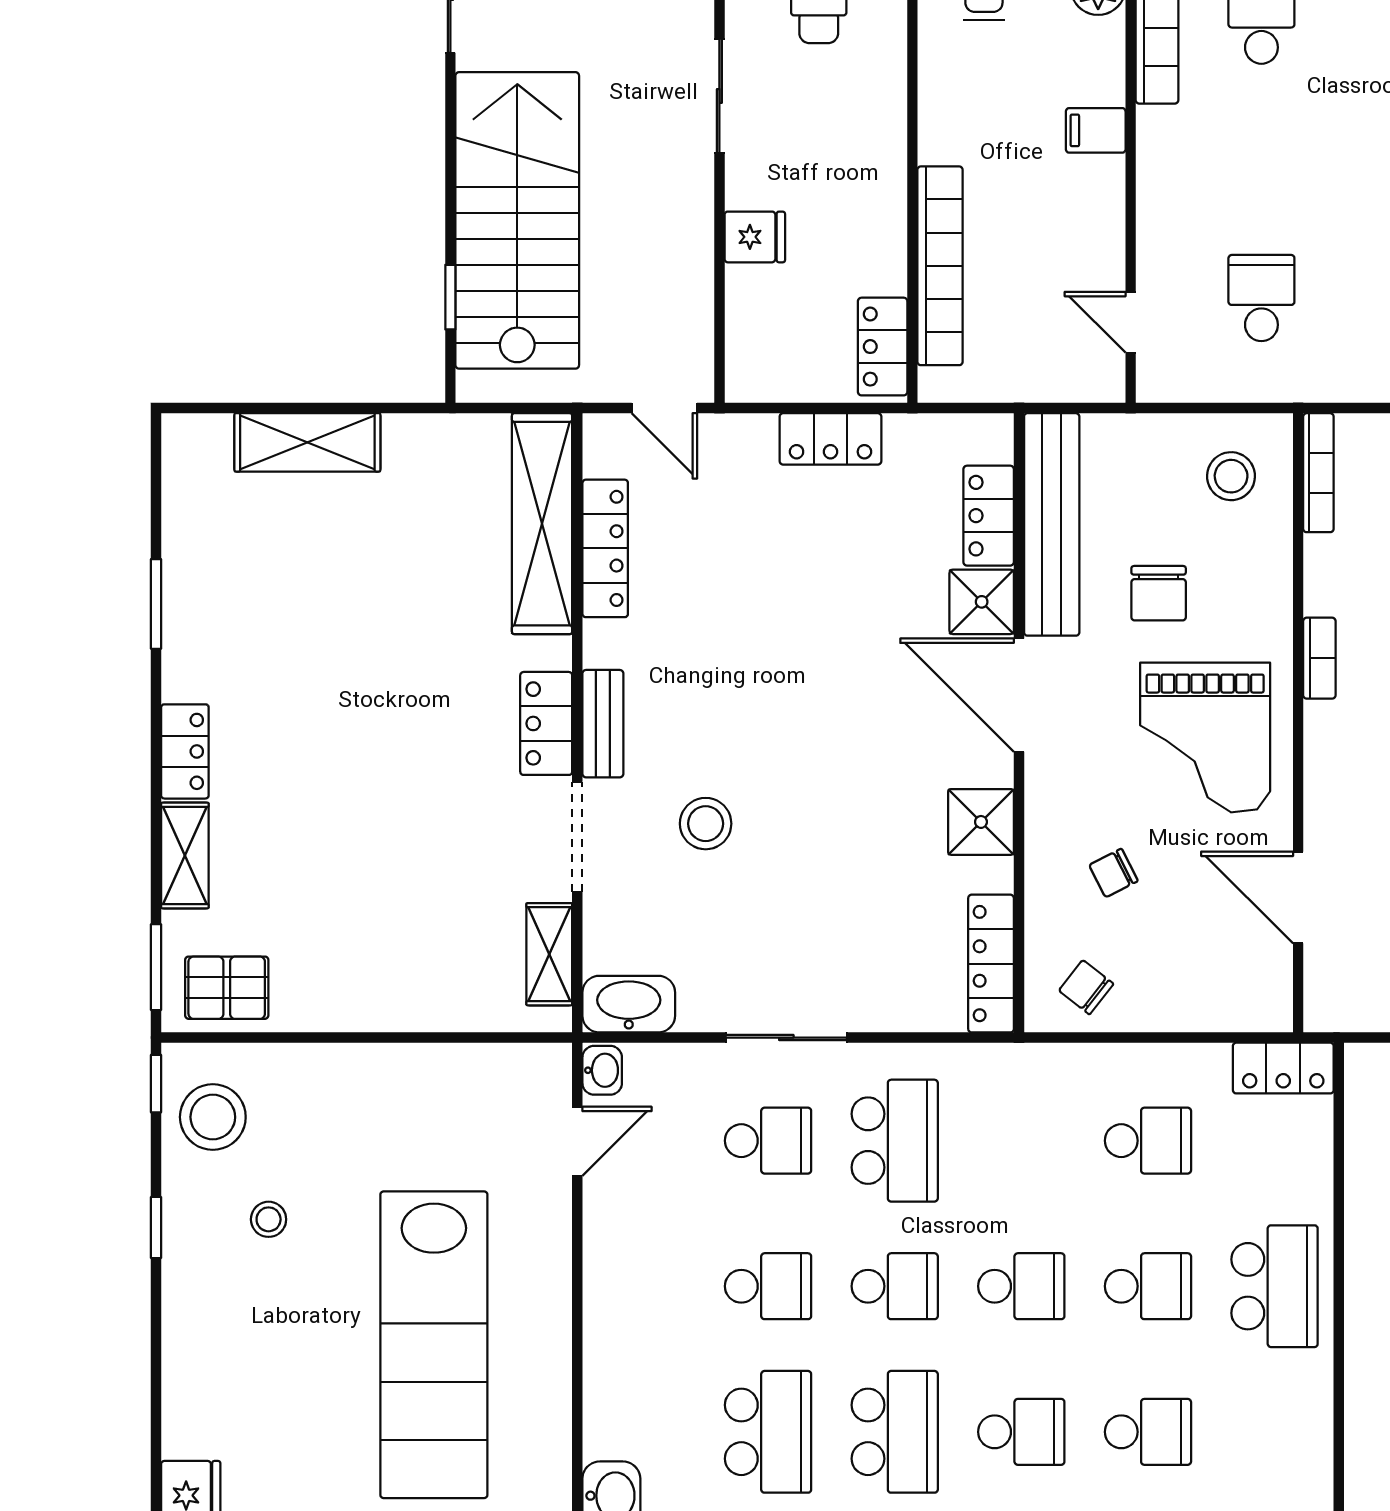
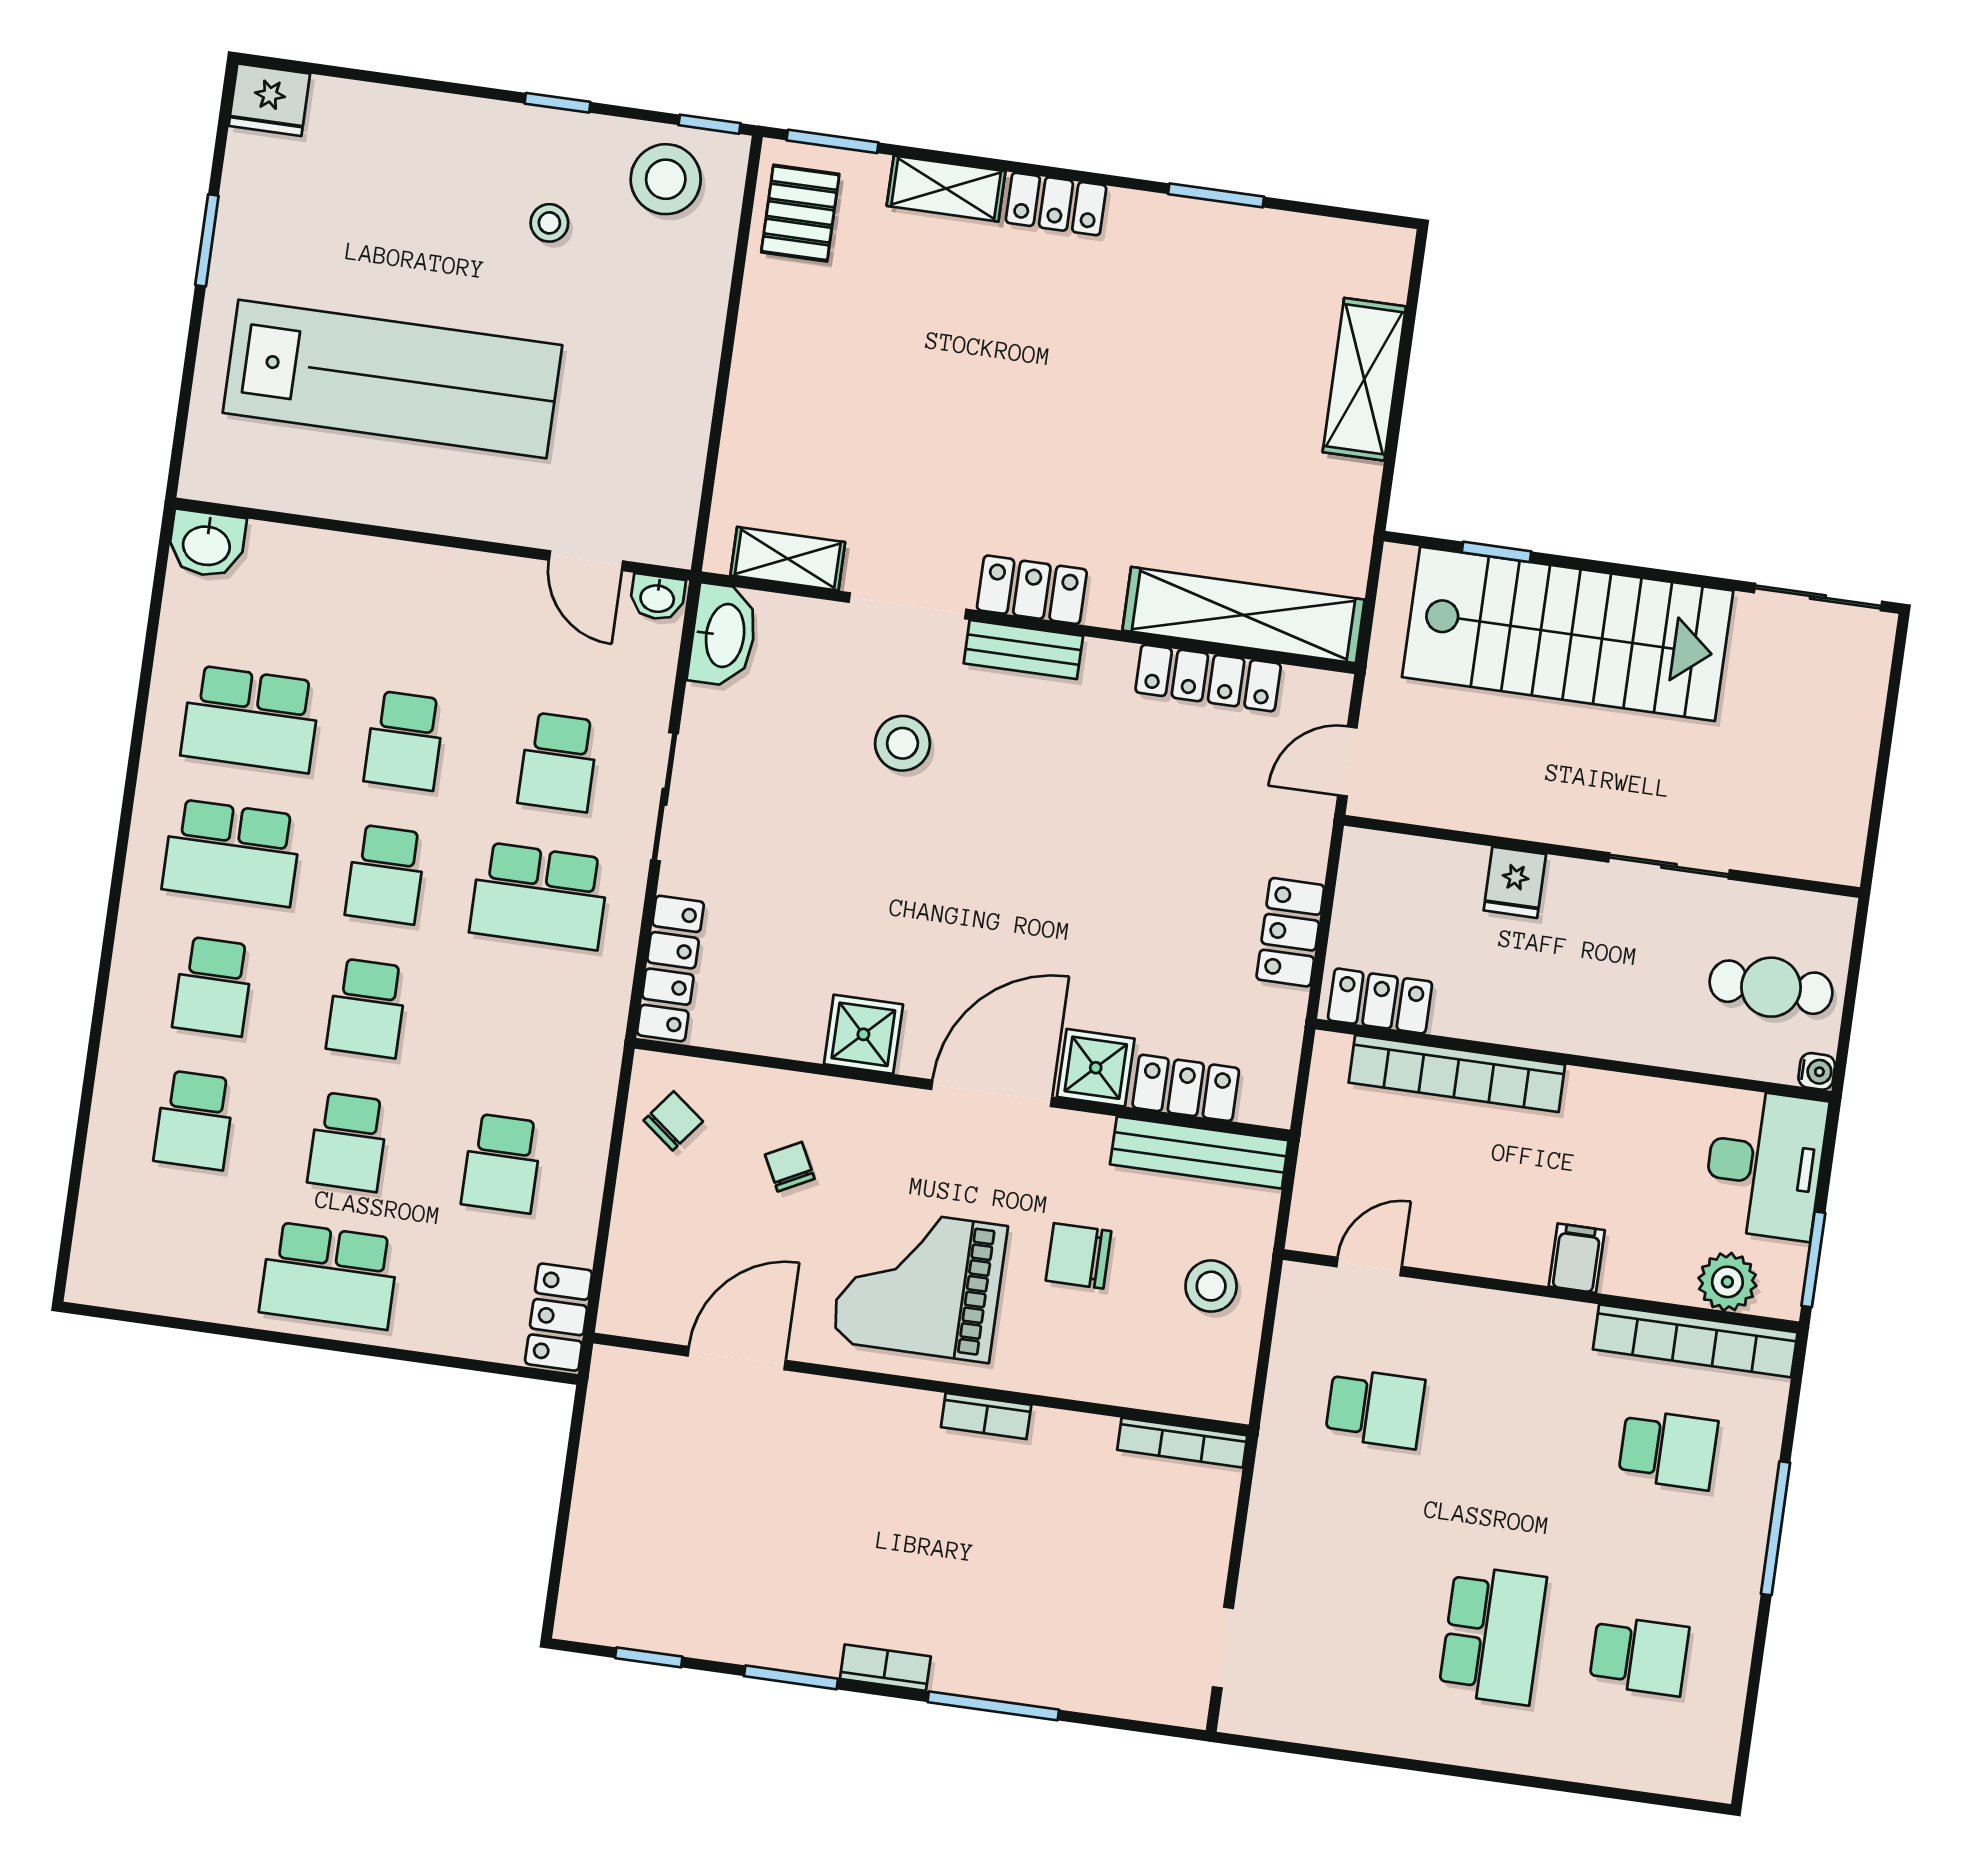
stool: (1231, 476) -> (1211, 1286), moved
bench: (1052, 524) -> (1199, 1152), width x0.73, depth x0.82
locker: (991, 964) -> (670, 968), moved, turned 90
lab bench: (434, 1345) -> (392, 379), turned 180

